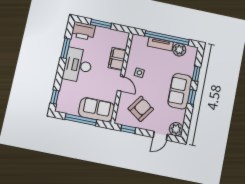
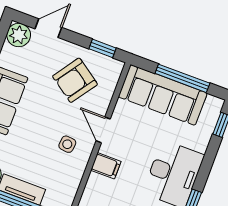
filing cabinet: (117, 59) -> (106, 166), width x0.50
sofa: (96, 110) -> (163, 95), width x1.36

